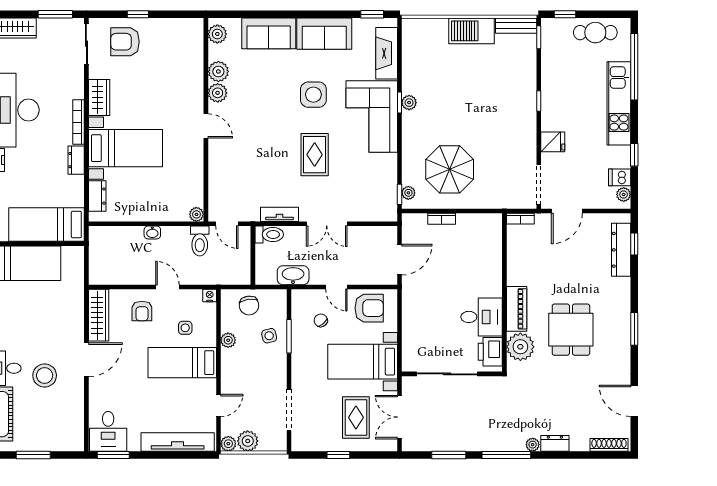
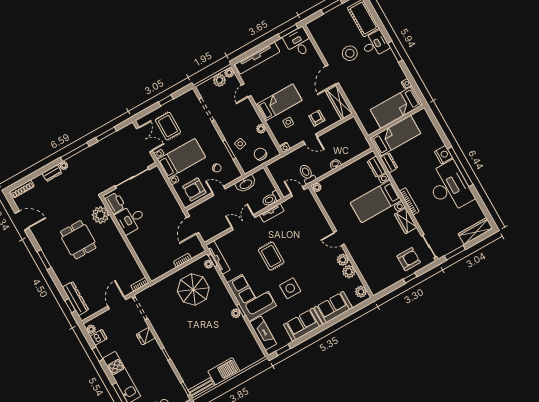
dresser: (76, 160) -> (389, 163), moved
tv unit: (390, 194) -> (218, 258), added
piano: (517, 309) -> (114, 234), removed

